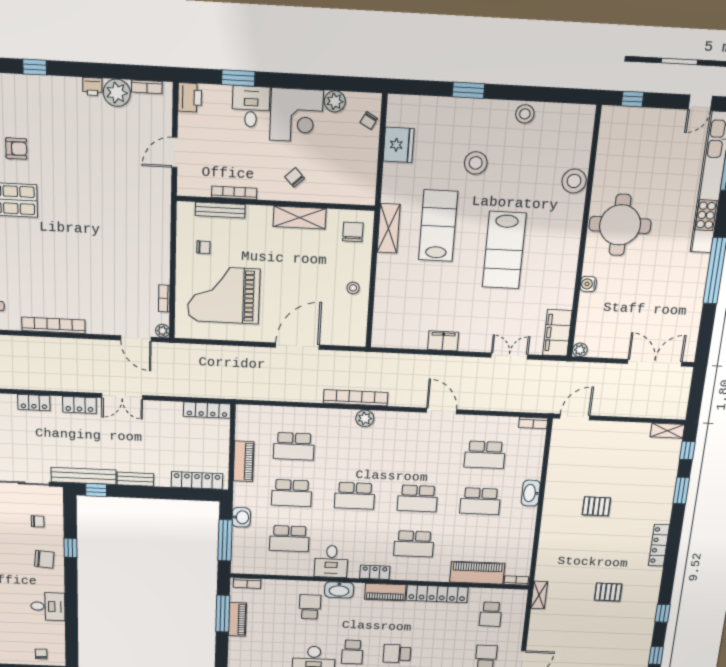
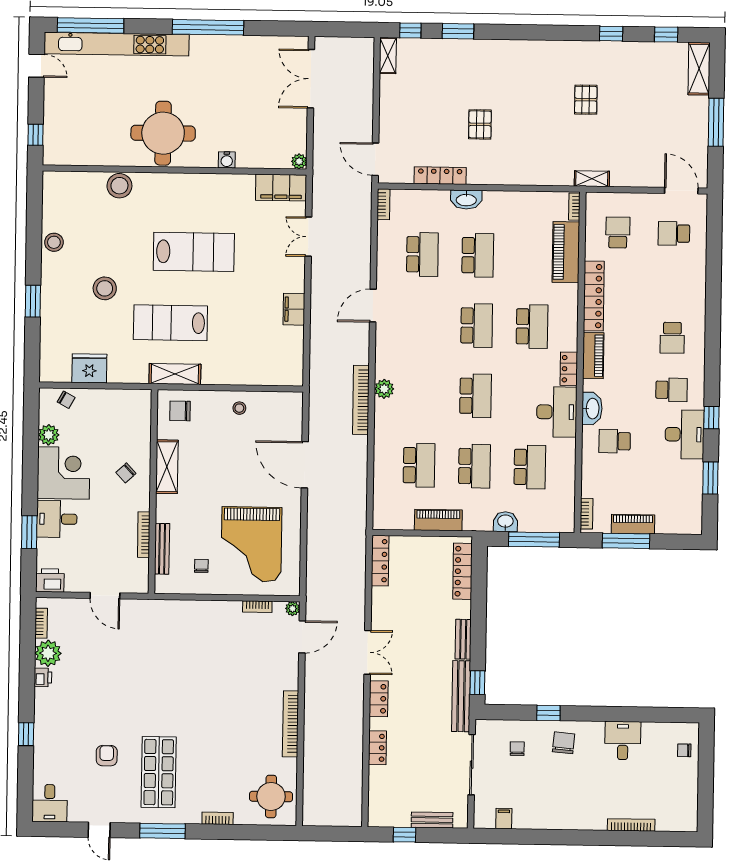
locker: (659, 545) -> (440, 176), moved, turned 180
desk: (331, 561) -> (557, 412), width x1.37
school desk: (491, 614) -> (618, 233), turned -90

